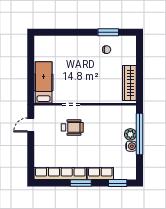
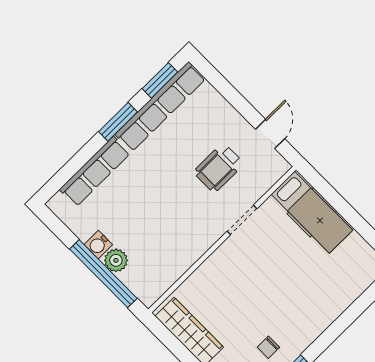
wheelchair: (72, 127) -> (219, 168), moved
row of seats: (100, 173) -> (95, 171), width x1.48
window: (118, 183) -> (160, 80), moved

